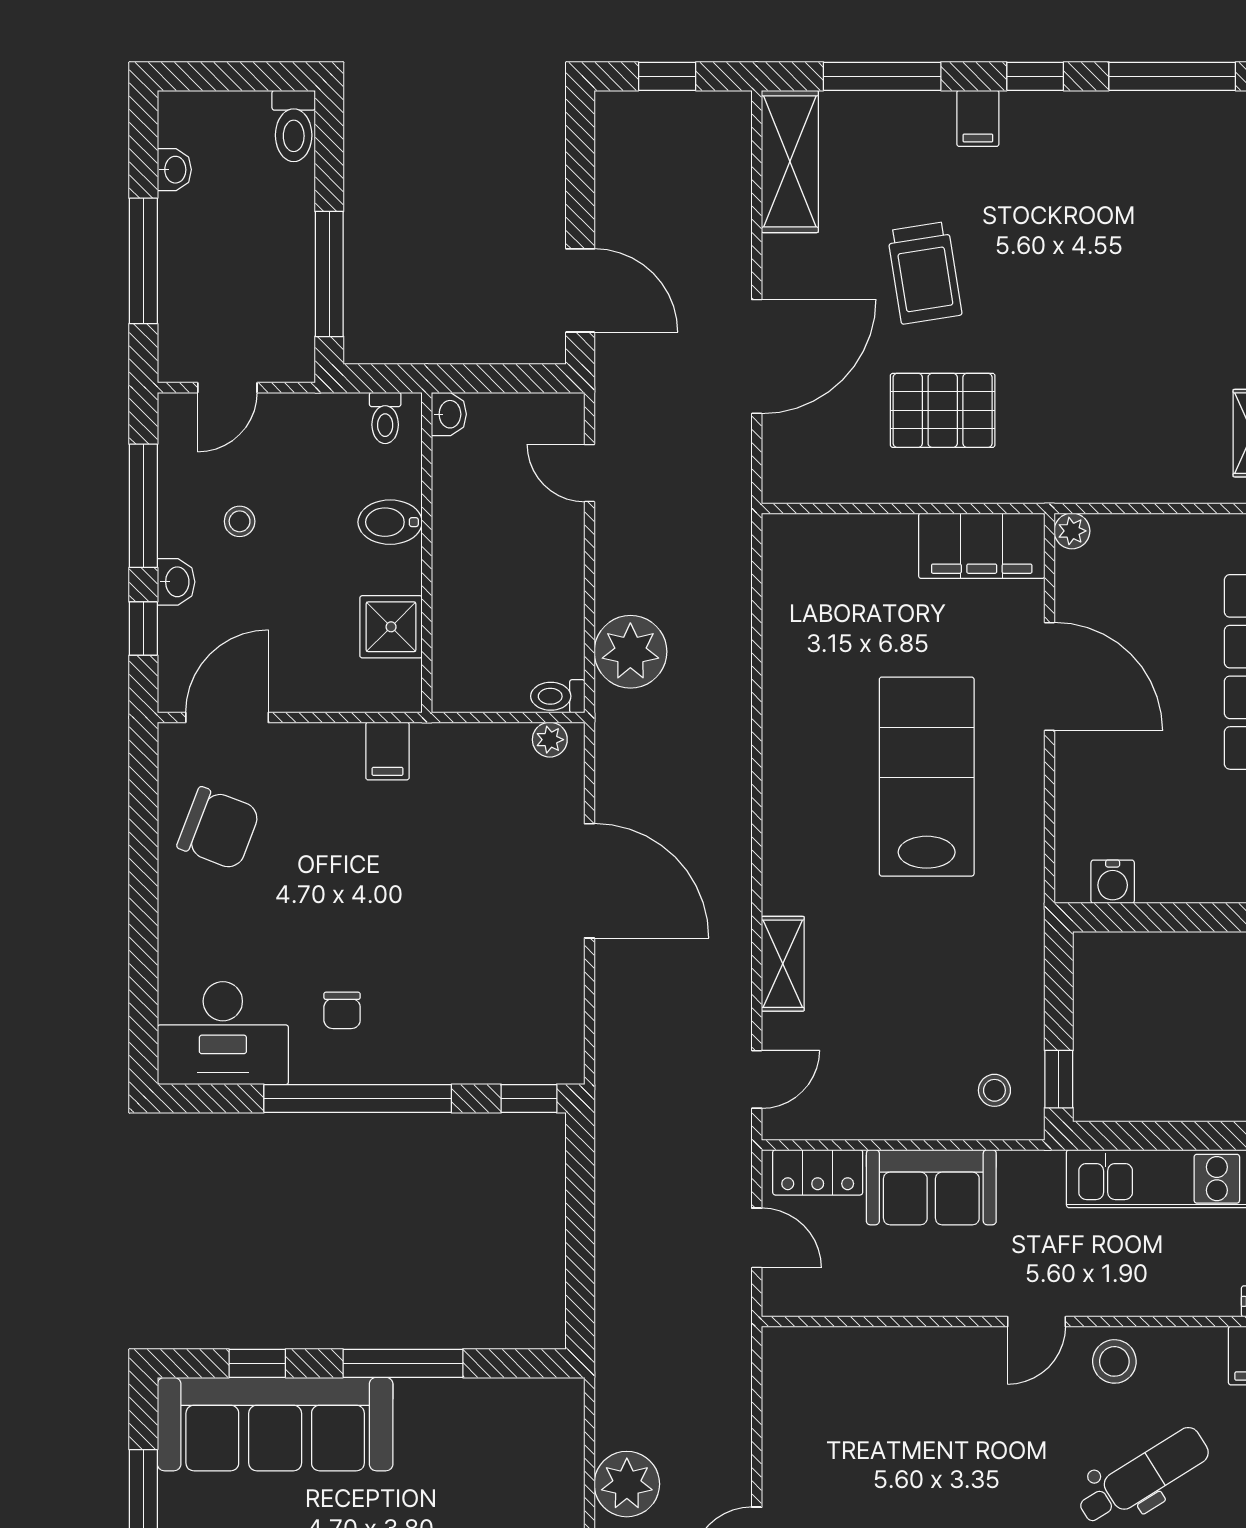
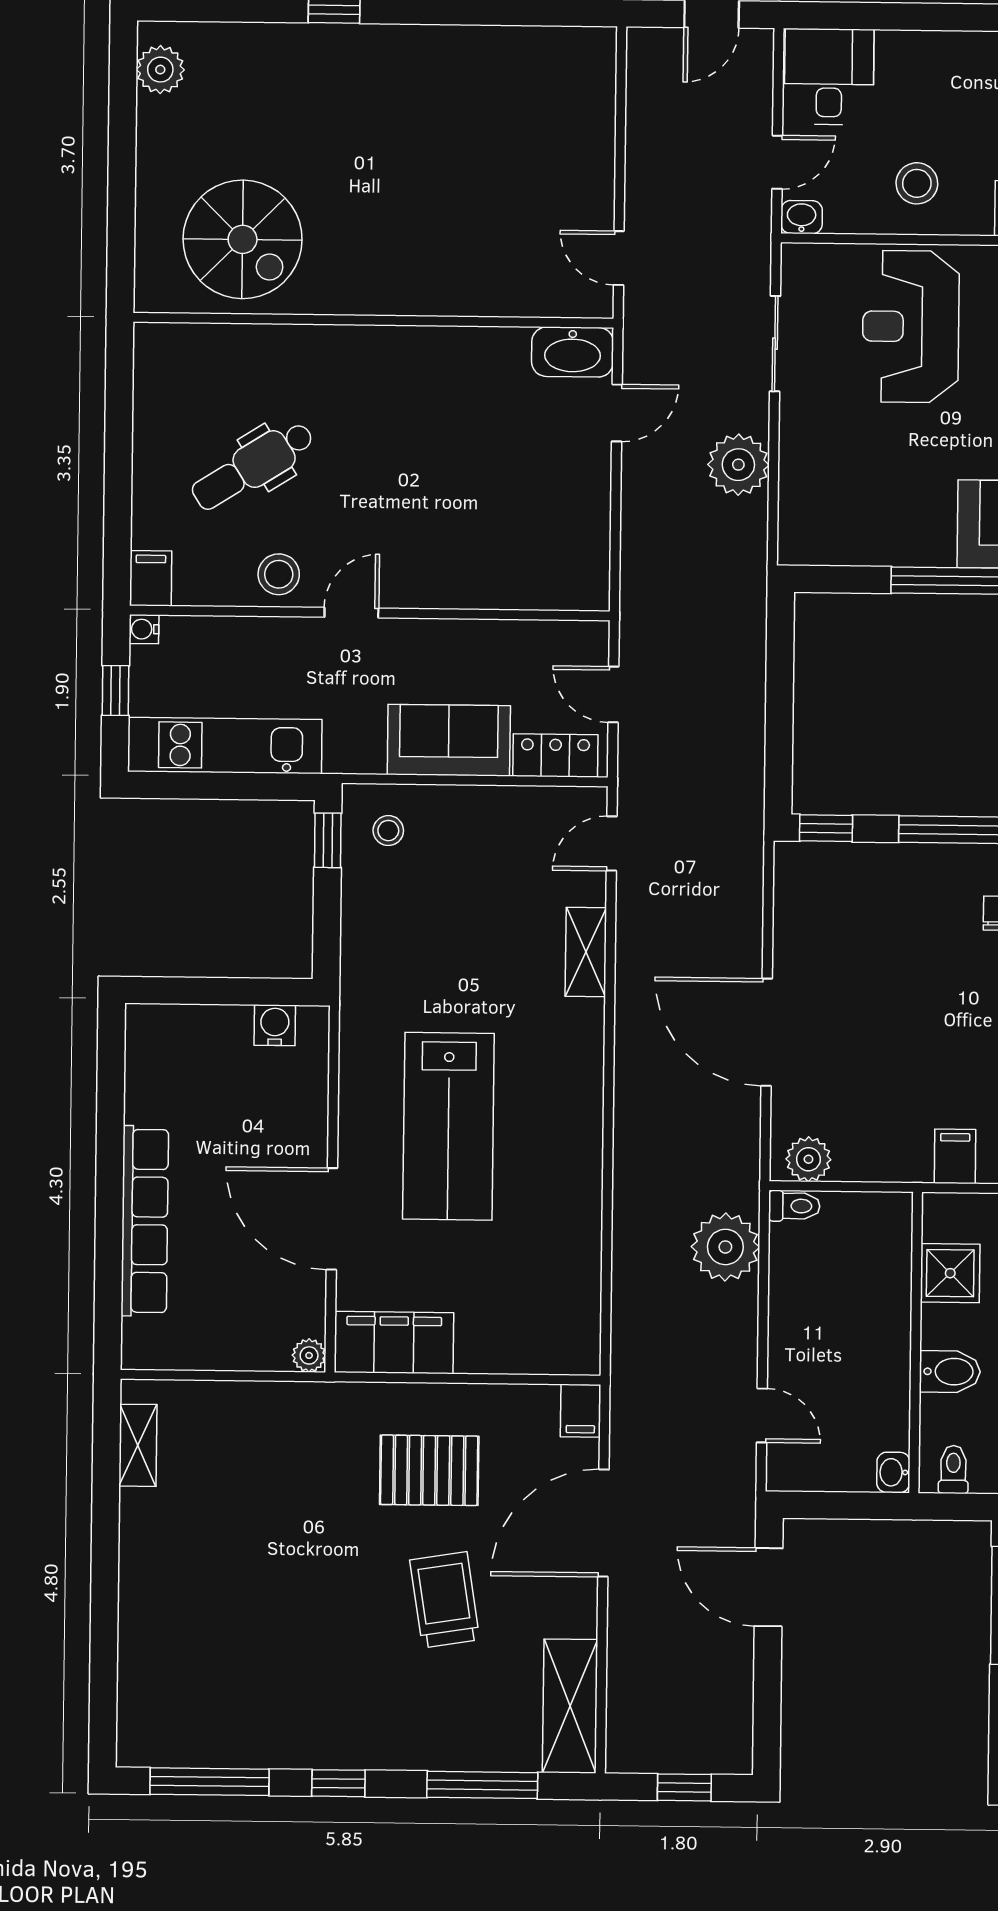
filing cabinet: (978, 118) -> (581, 1411), moved, turned 180
plant: (550, 740) -> (808, 1159), width x1.38, depth x1.38

